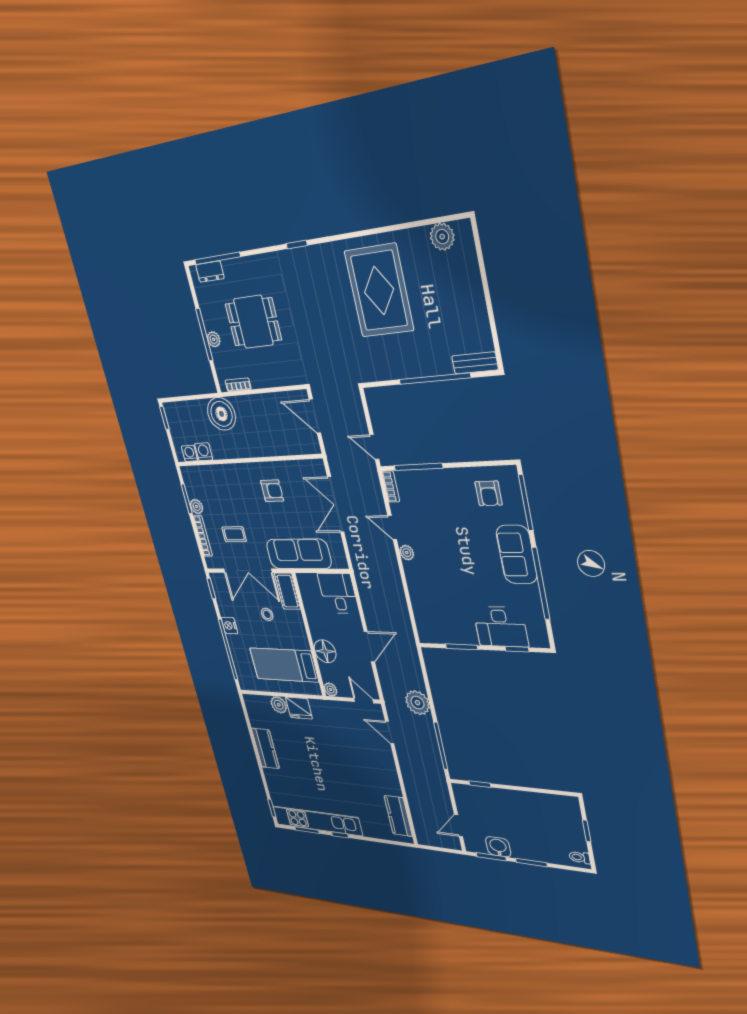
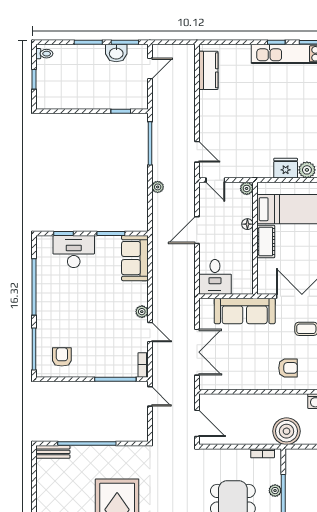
armchair: (272, 491) -> (288, 368), moved, turned 180
sofa: (517, 555) -> (135, 258), moved, turned 180
cot: (287, 591) -> (266, 242), moved
stool: (267, 614) -> (294, 256), removed
floor lamp: (325, 651) -> (247, 224), width x0.53, depth x0.53
plant: (417, 703) -> (158, 187), width x0.53, depth x0.53

